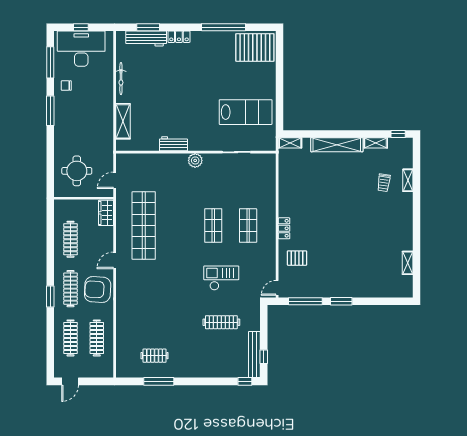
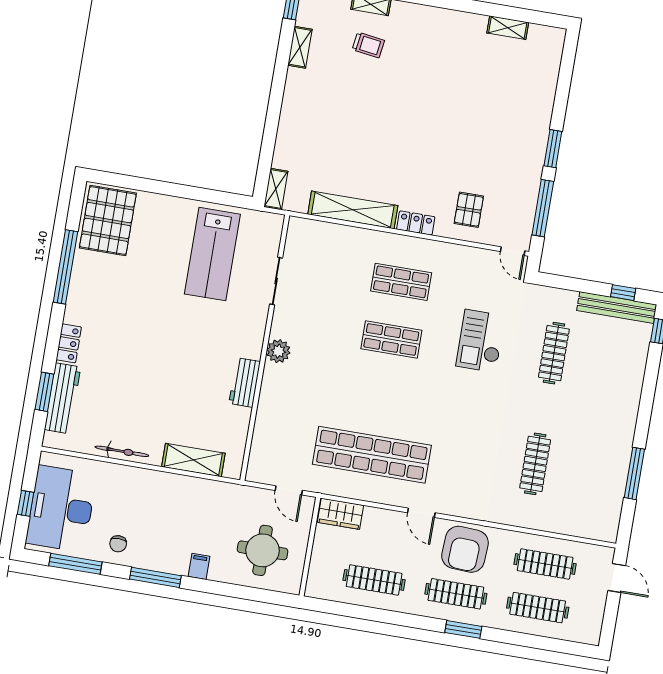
lab bench: (246, 112) -> (212, 254), turned 180
filing cabinet: (61, 135) -> (199, 566), added
shelving: (337, 145) -> (353, 210), moved, turned 90
clothes rail: (155, 356) -> (535, 464), moved, width x1.36
door: (70, 381) -> (617, 578), moved

